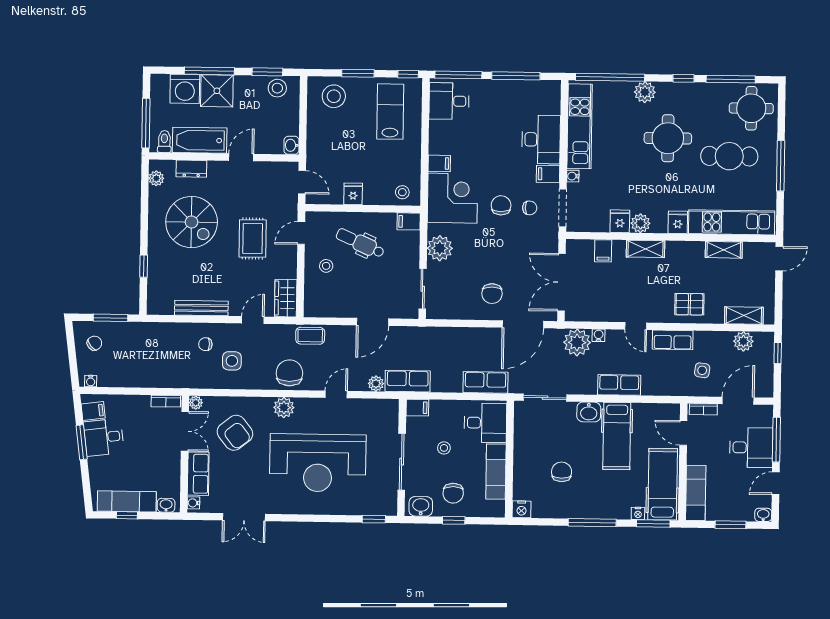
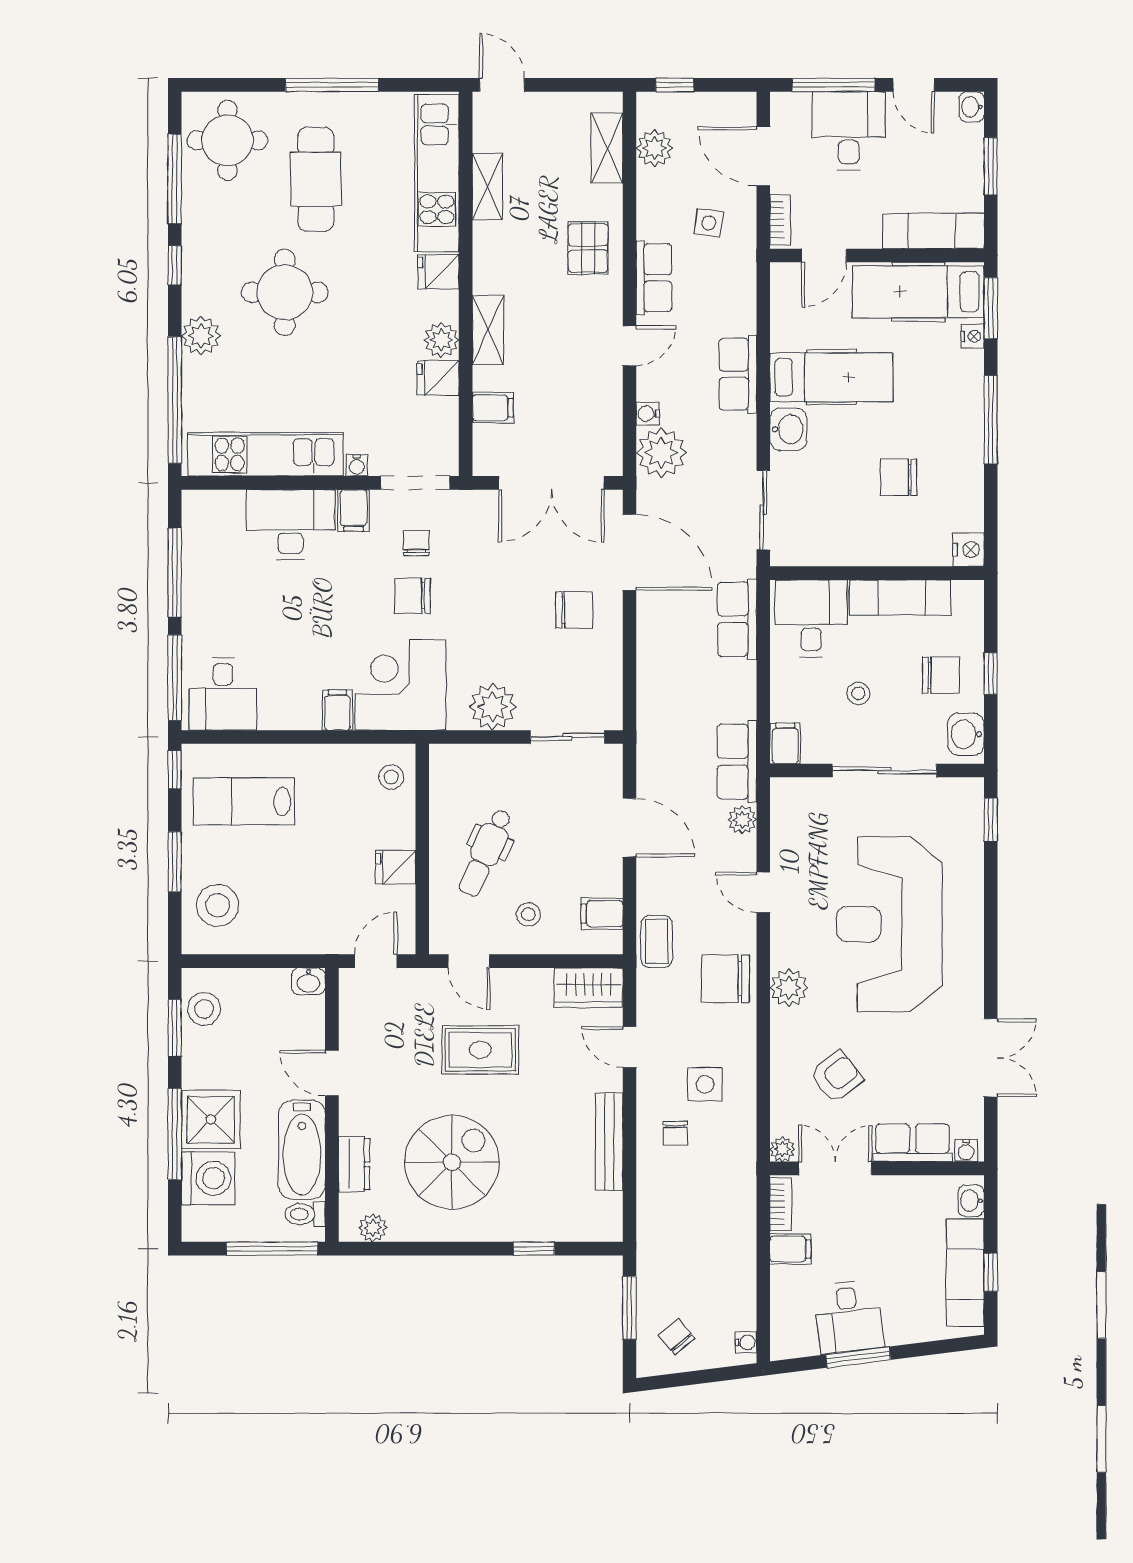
filing cabinet: (409, 221) -> (602, 914), moved, turned 90
filing cabinet: (93, 411) -> (790, 1249), moved, turned 97
armchair: (235, 433) -> (836, 1077), width x0.72, depth x0.72
reception desk: (318, 463) -> (889, 924), turned 180

